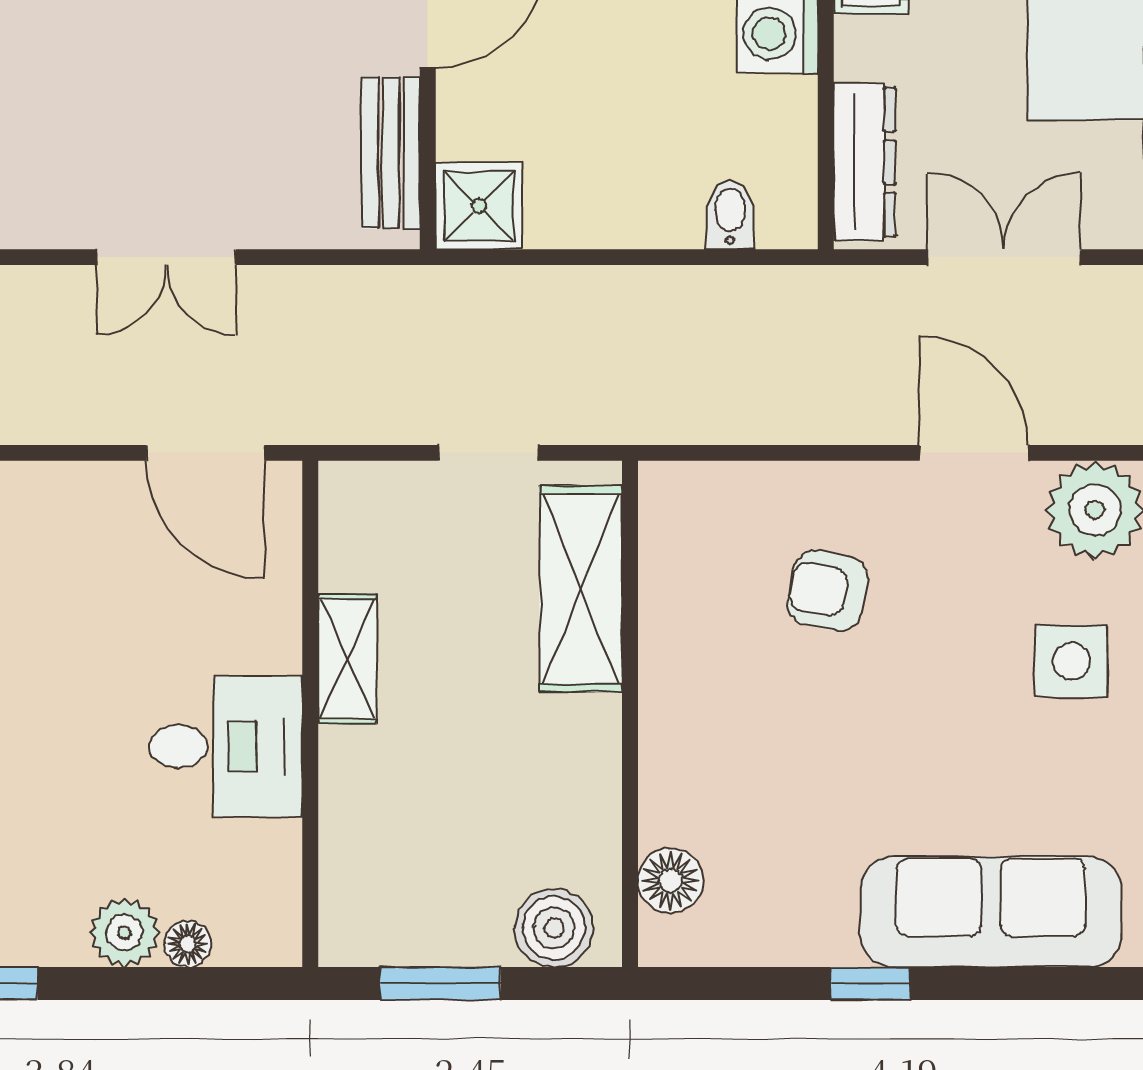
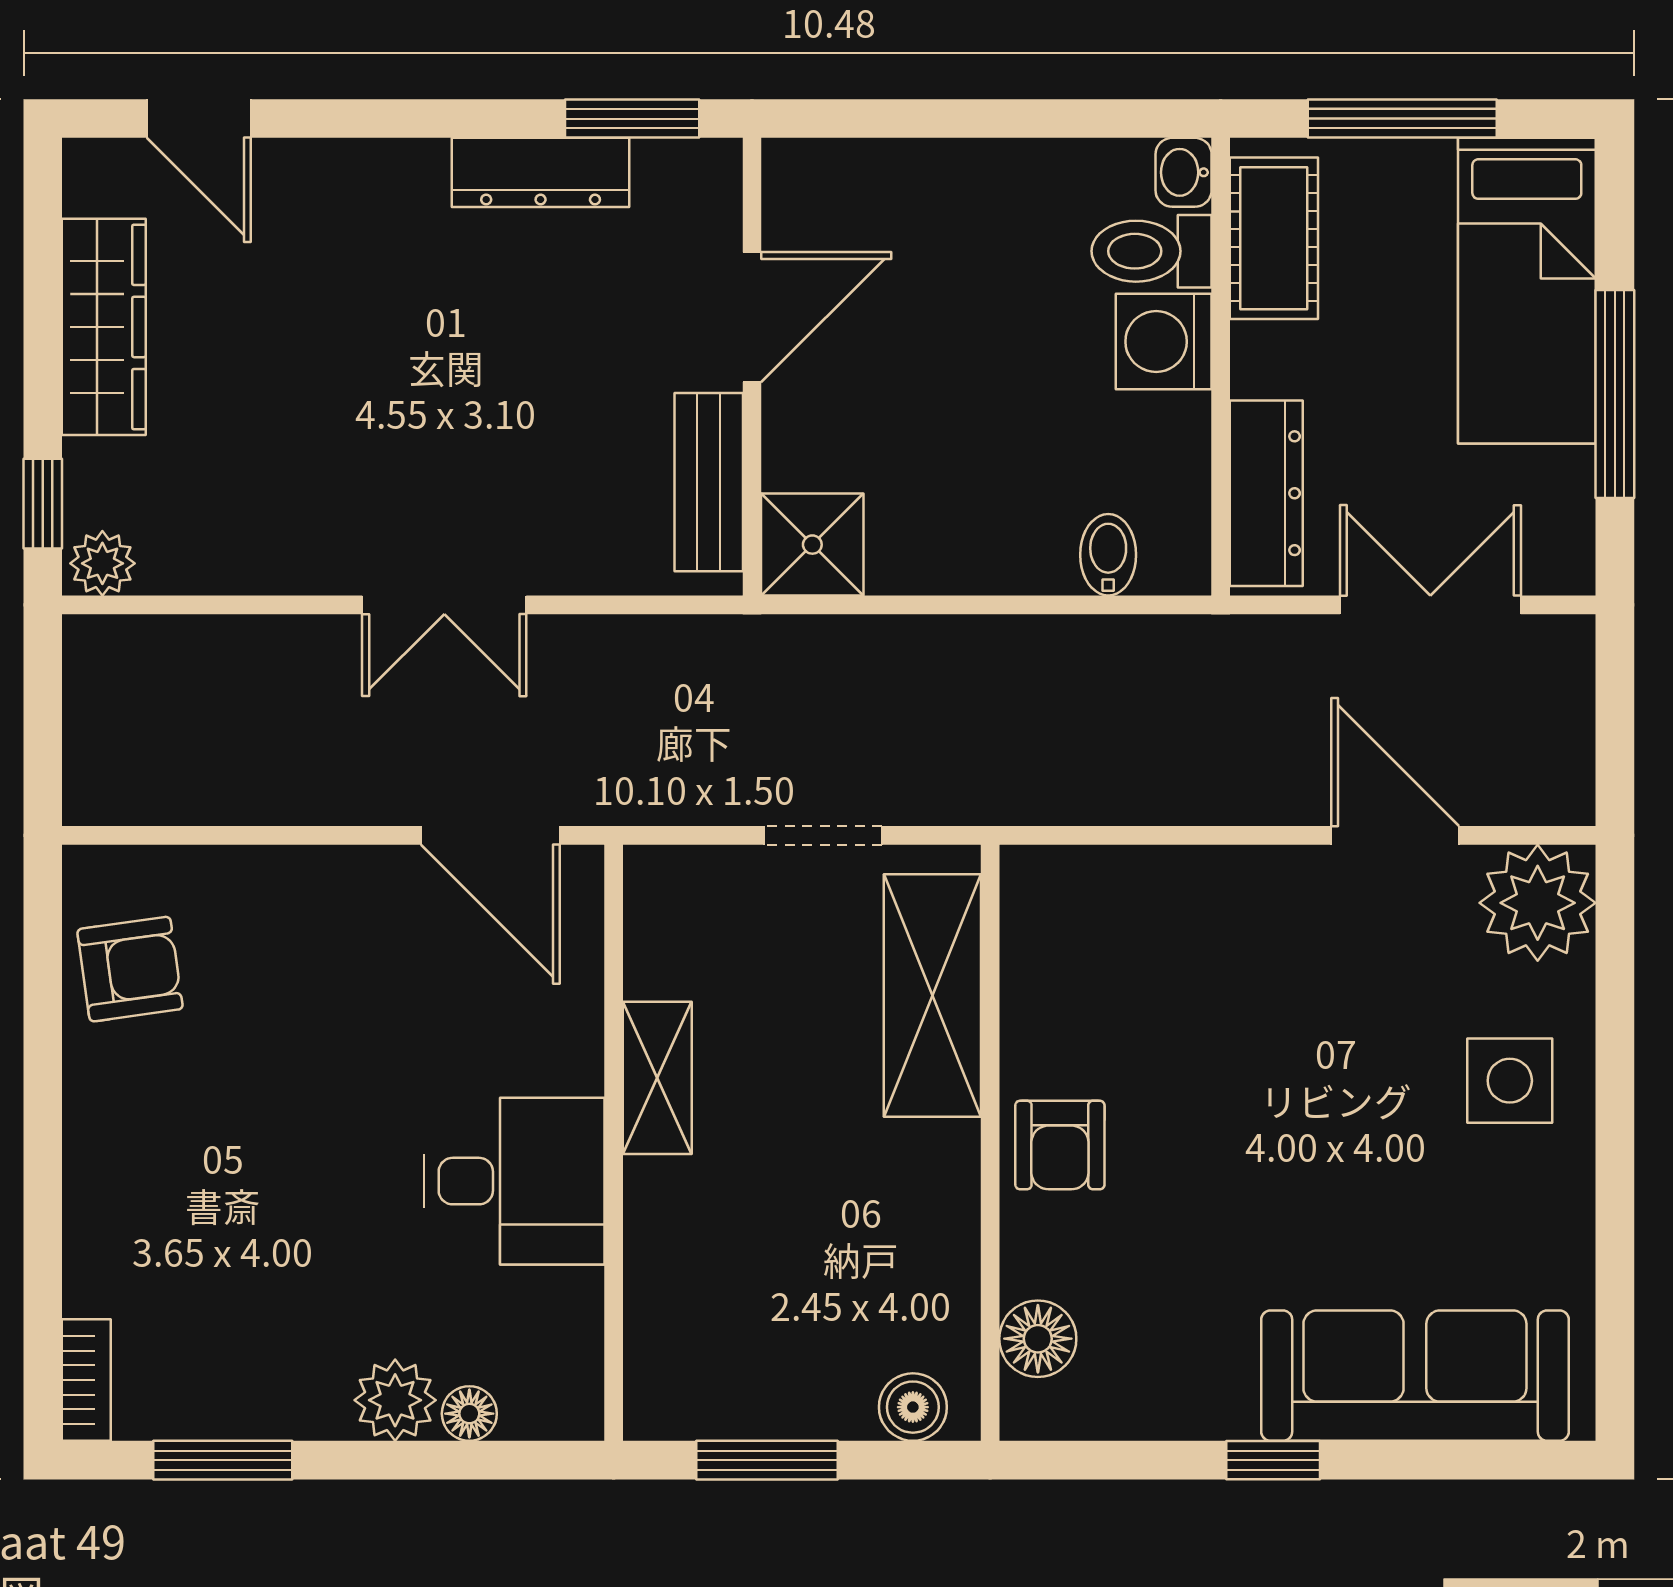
armchair: (827, 591) -> (1060, 1145), moved, turned -101
boiler: (554, 928) -> (913, 1407), width x0.73, depth x0.73

